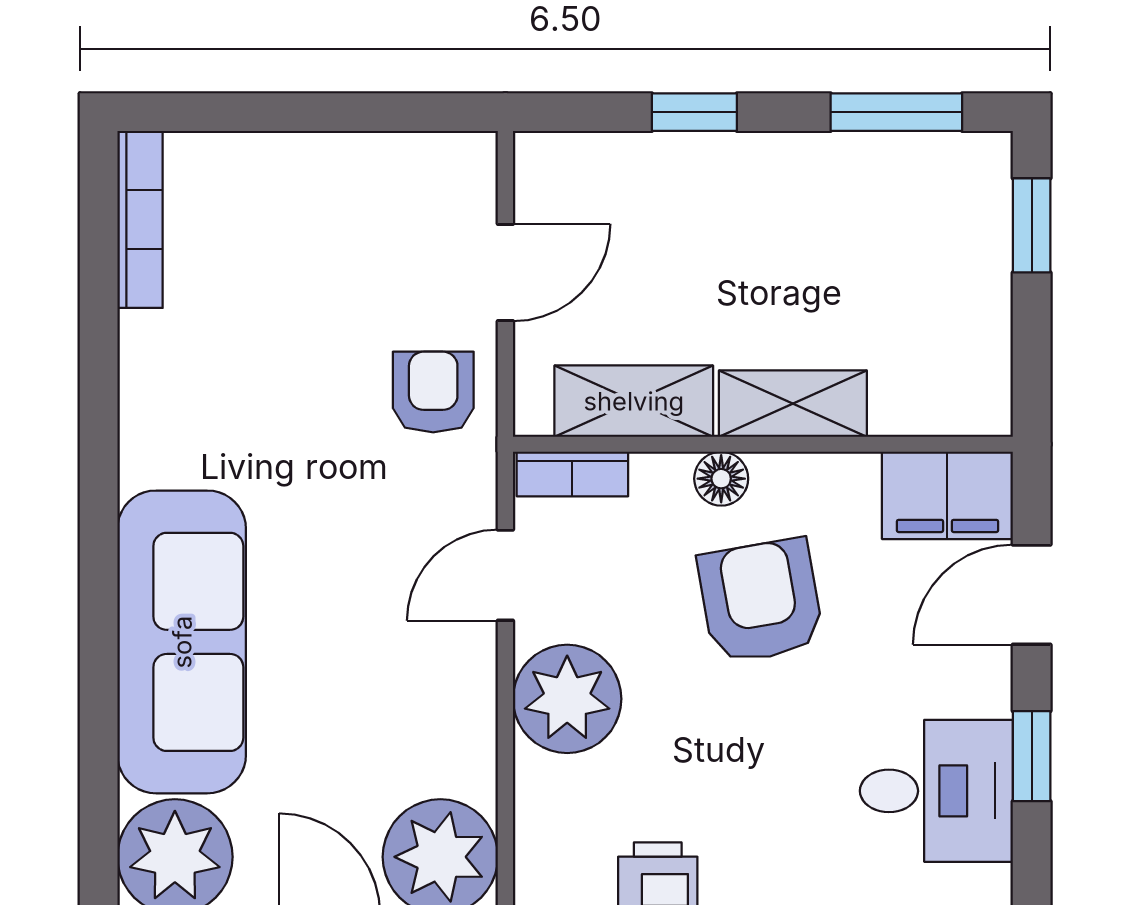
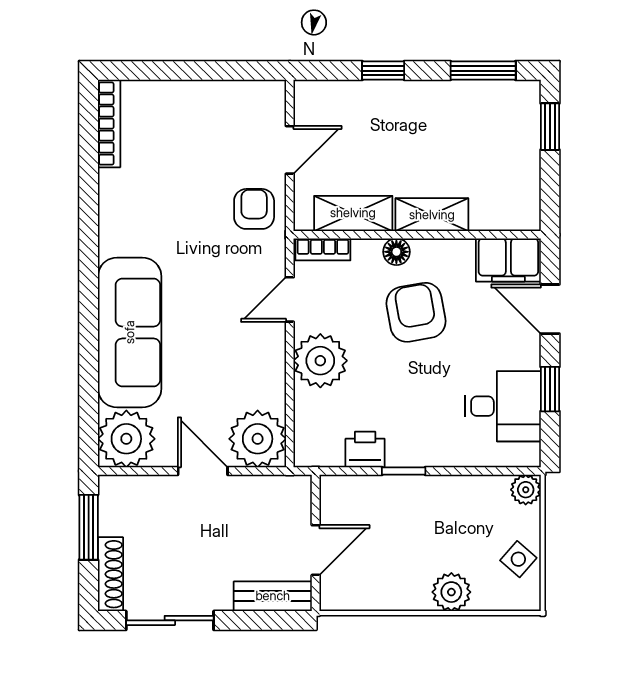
door: (1032, 595) -> (550, 309), hinge flipped

